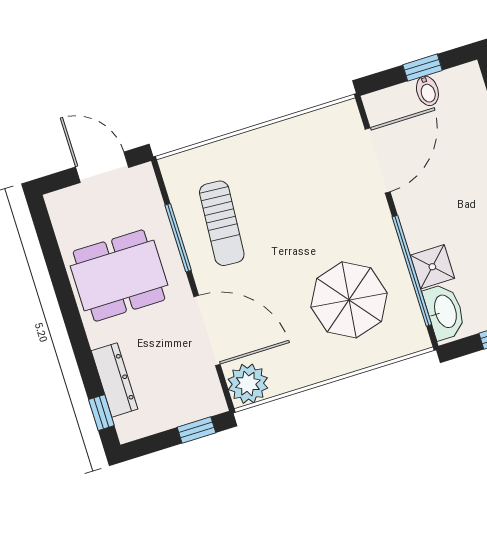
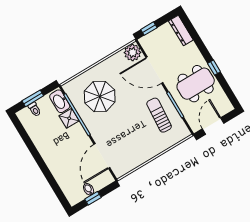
door: (102, 167) -> (213, 126), swing flipped
dresser: (115, 380) -> (181, 31), moved
window: (101, 413) -> (214, 68), moved

